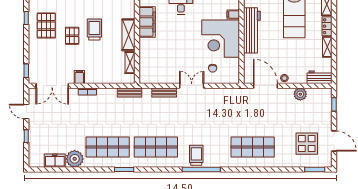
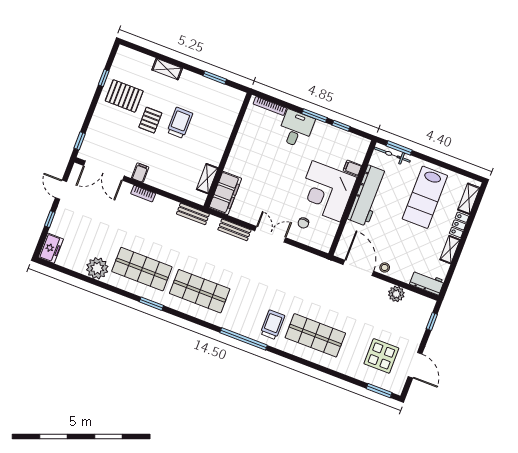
filing cabinet: (147, 22) -> (225, 193), moved
pallet: (46, 25) -> (124, 96), turned 90
shelving: (129, 35) -> (218, 145), removed
trolley: (196, 155) -> (273, 325), moved
freezer: (55, 161) -> (51, 248), moved, turned 90

